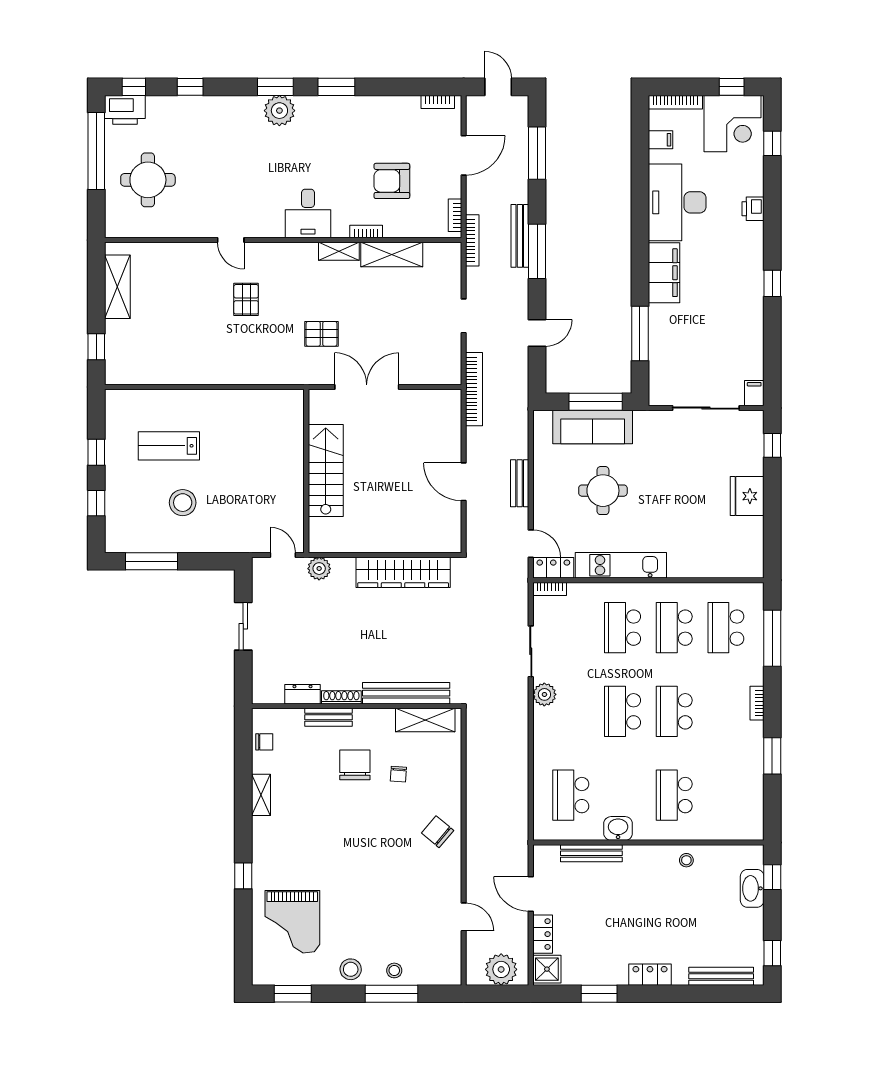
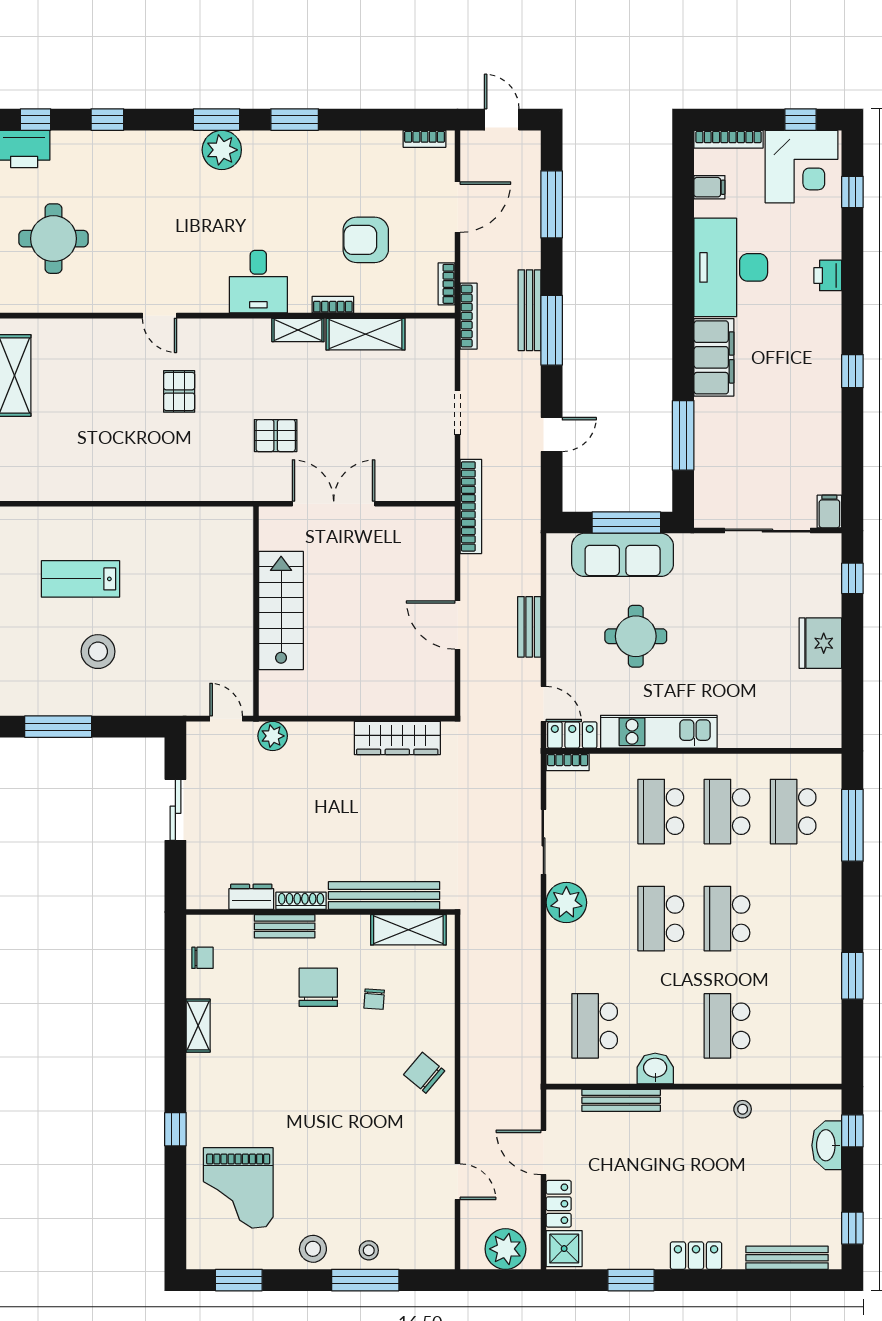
wardrobe: (403, 572) -> (397, 738), width x0.71, depth x0.85
plant: (544, 694) -> (566, 902), width x1.36, depth x1.36
bookcase: (757, 703) -> (833, 908), removed

